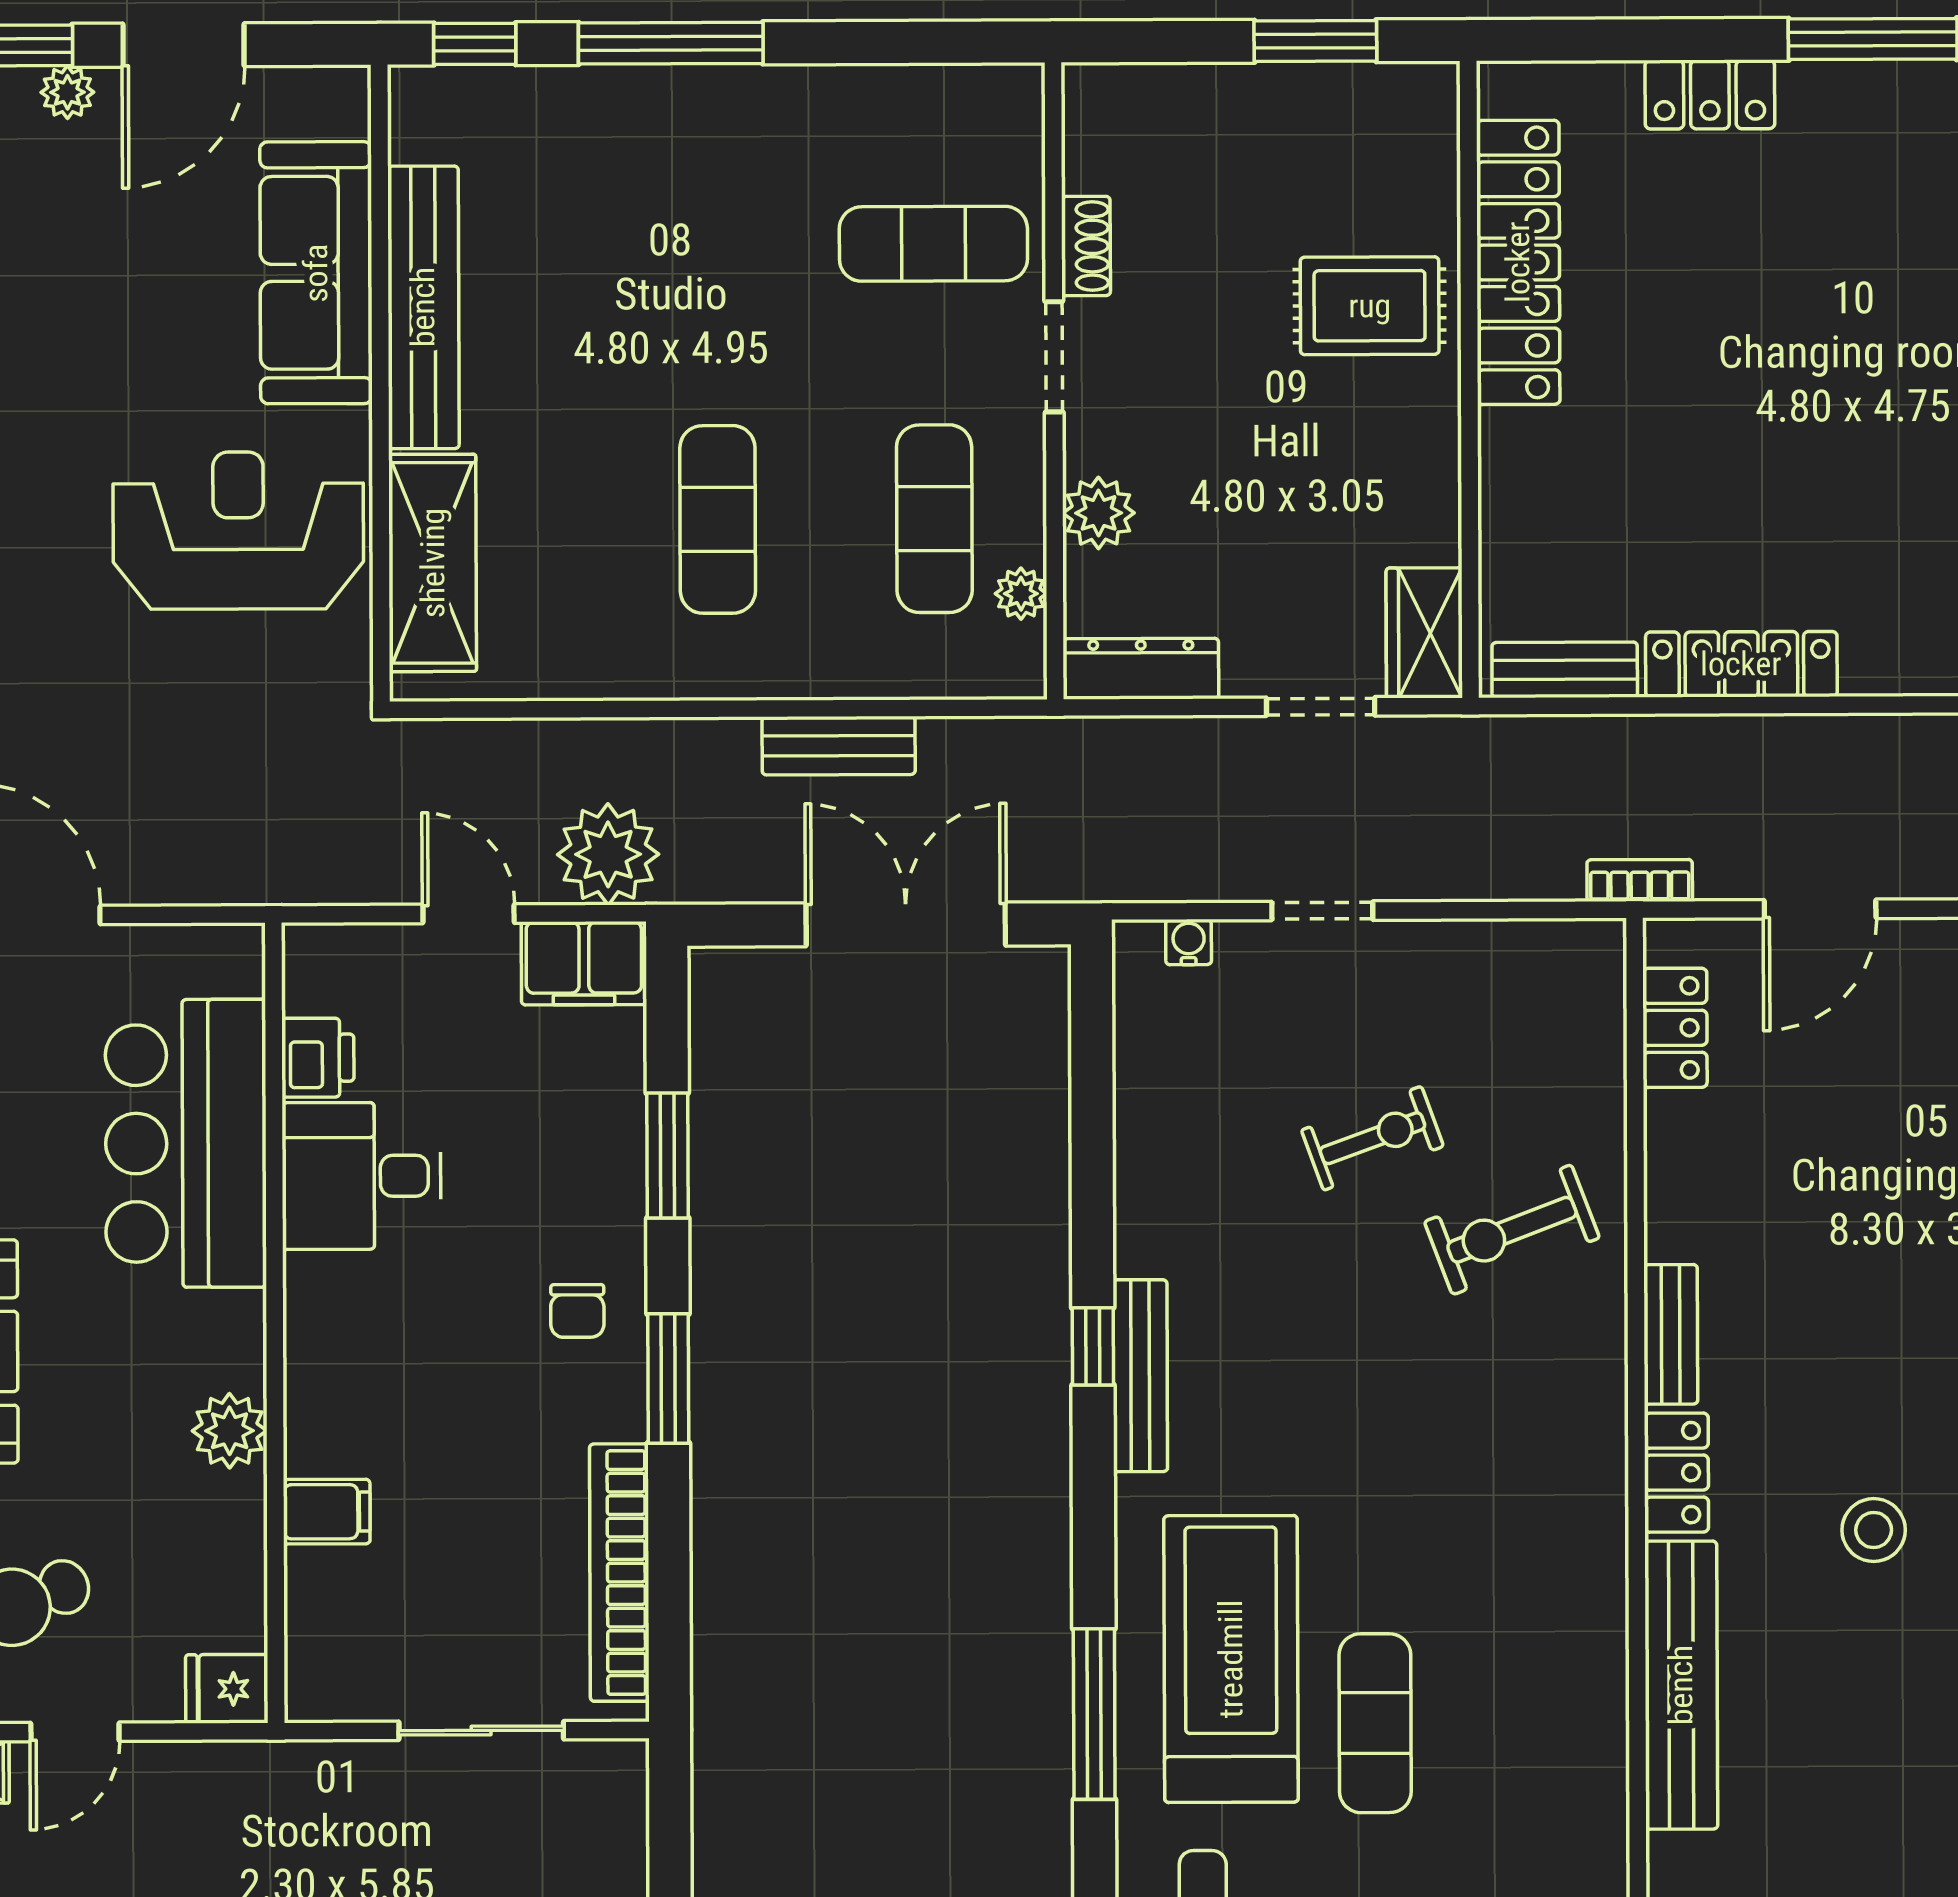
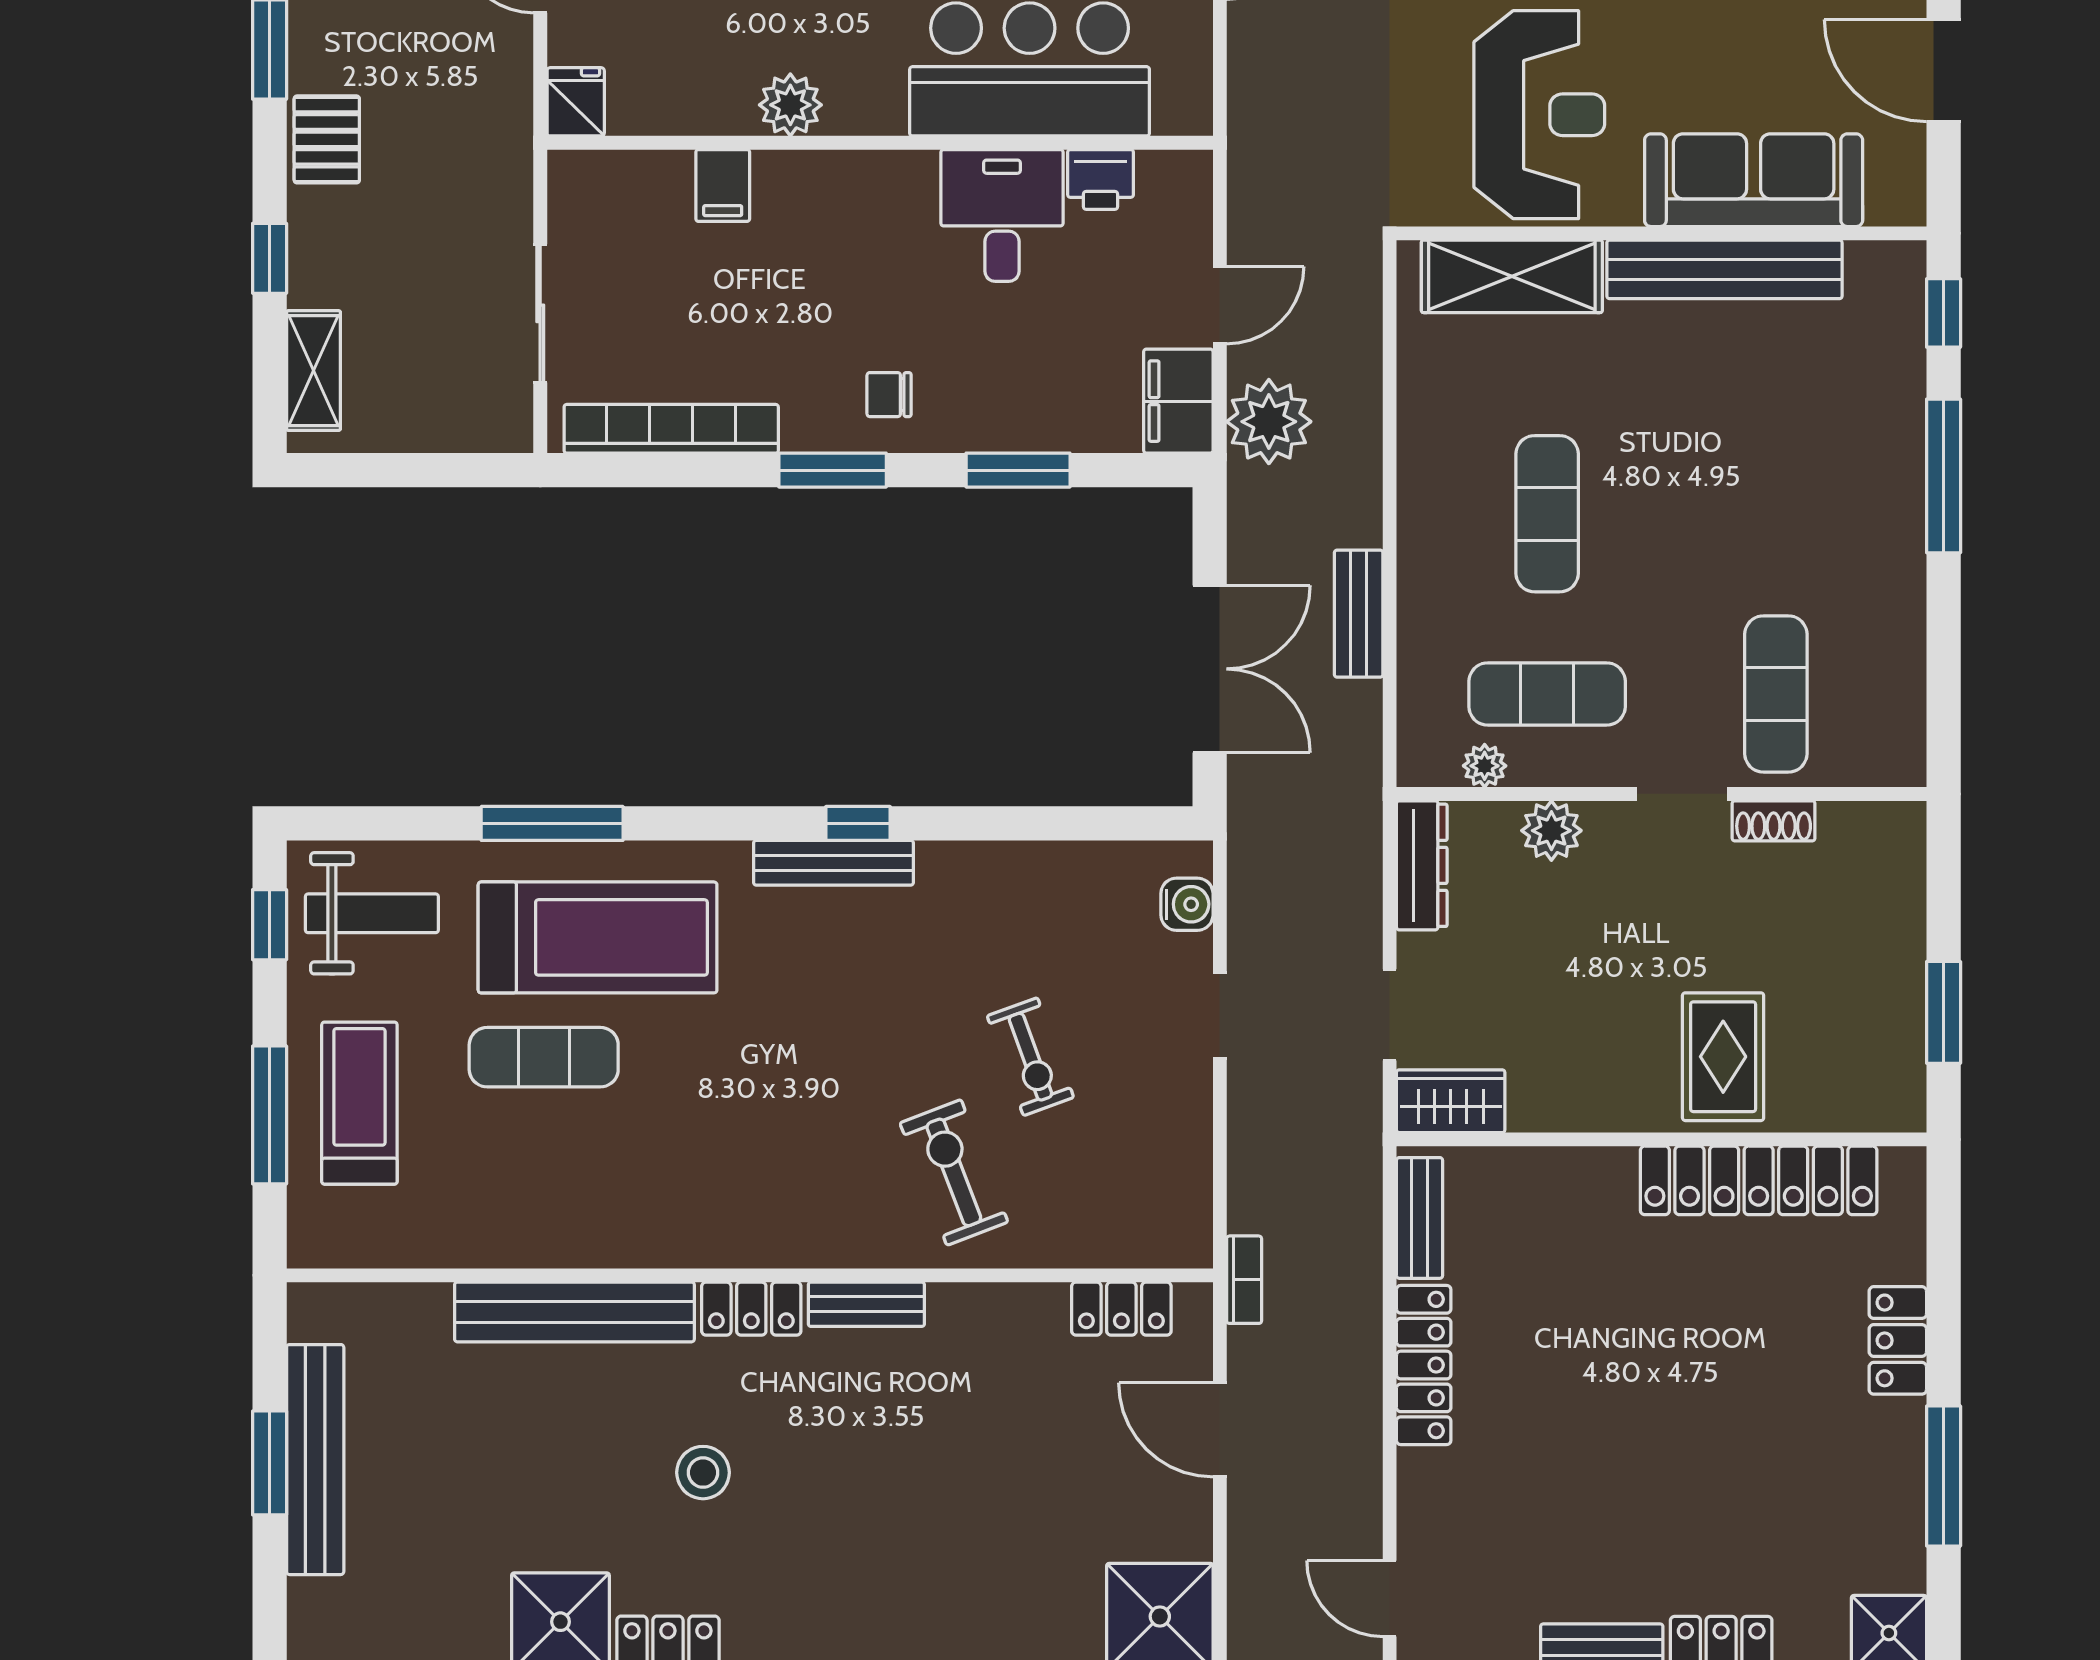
exercise mat: (718, 519) -> (1547, 514), turned 90
water cooler: (1189, 942) -> (1187, 904), width x1.38, depth x1.38

